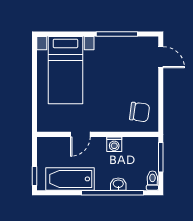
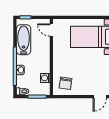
door: (80, 134) -> (51, 30), moved
washing machine: (114, 144) -> (45, 78), moved

